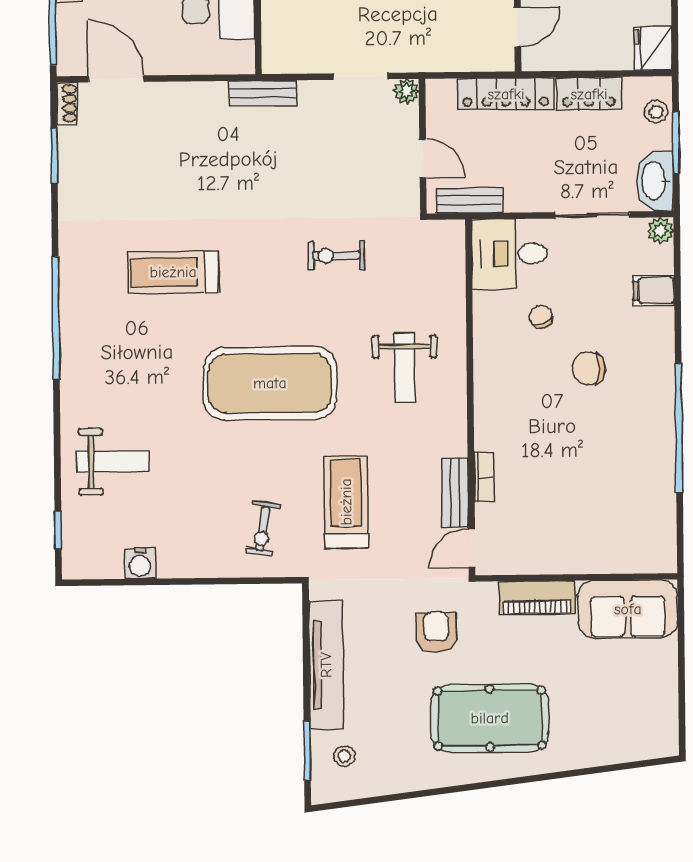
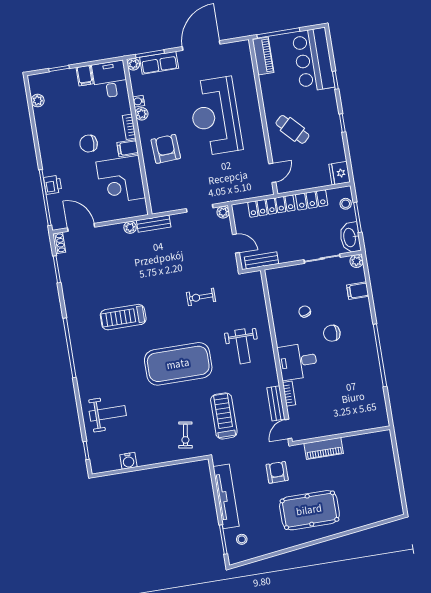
plant: (214, 94) -> (130, 227), added
desk: (509, 254) -> (298, 361), moved
sofa: (628, 609) -> (368, 447), removed

